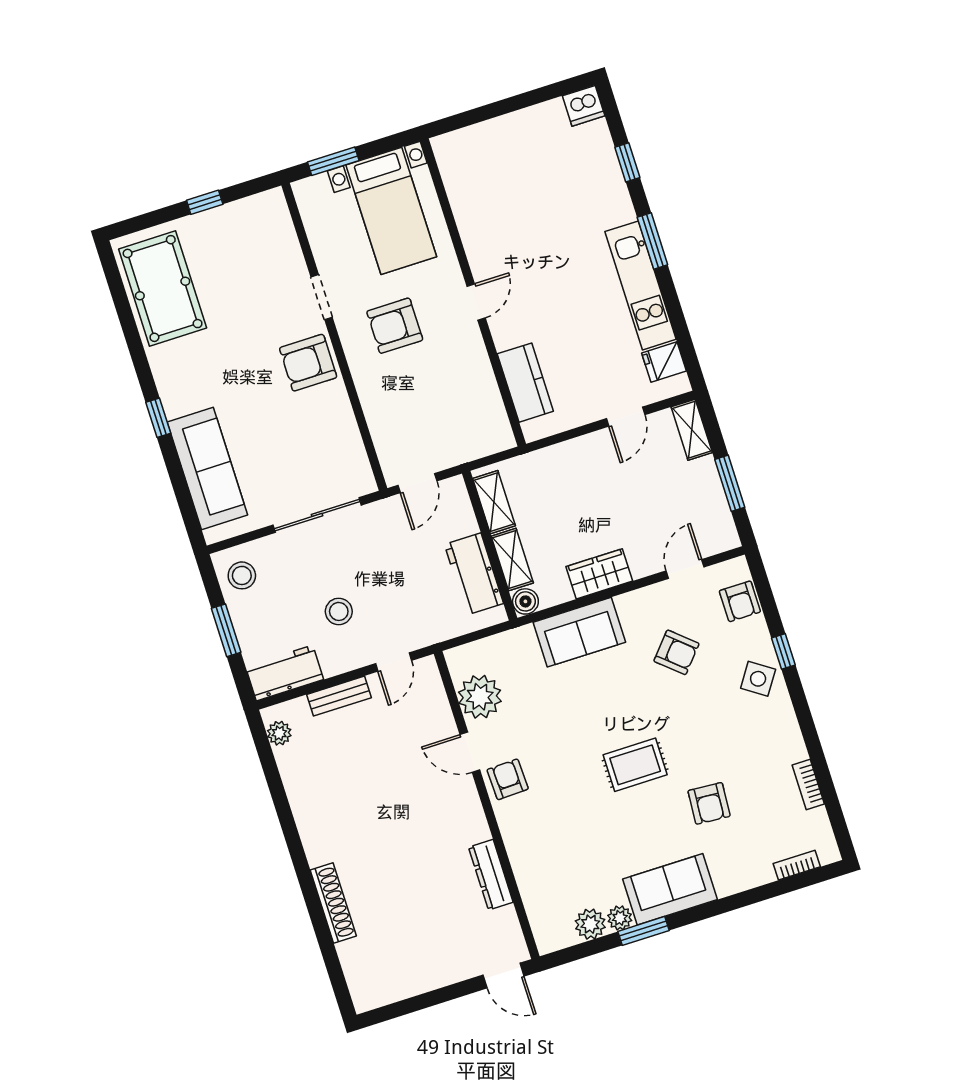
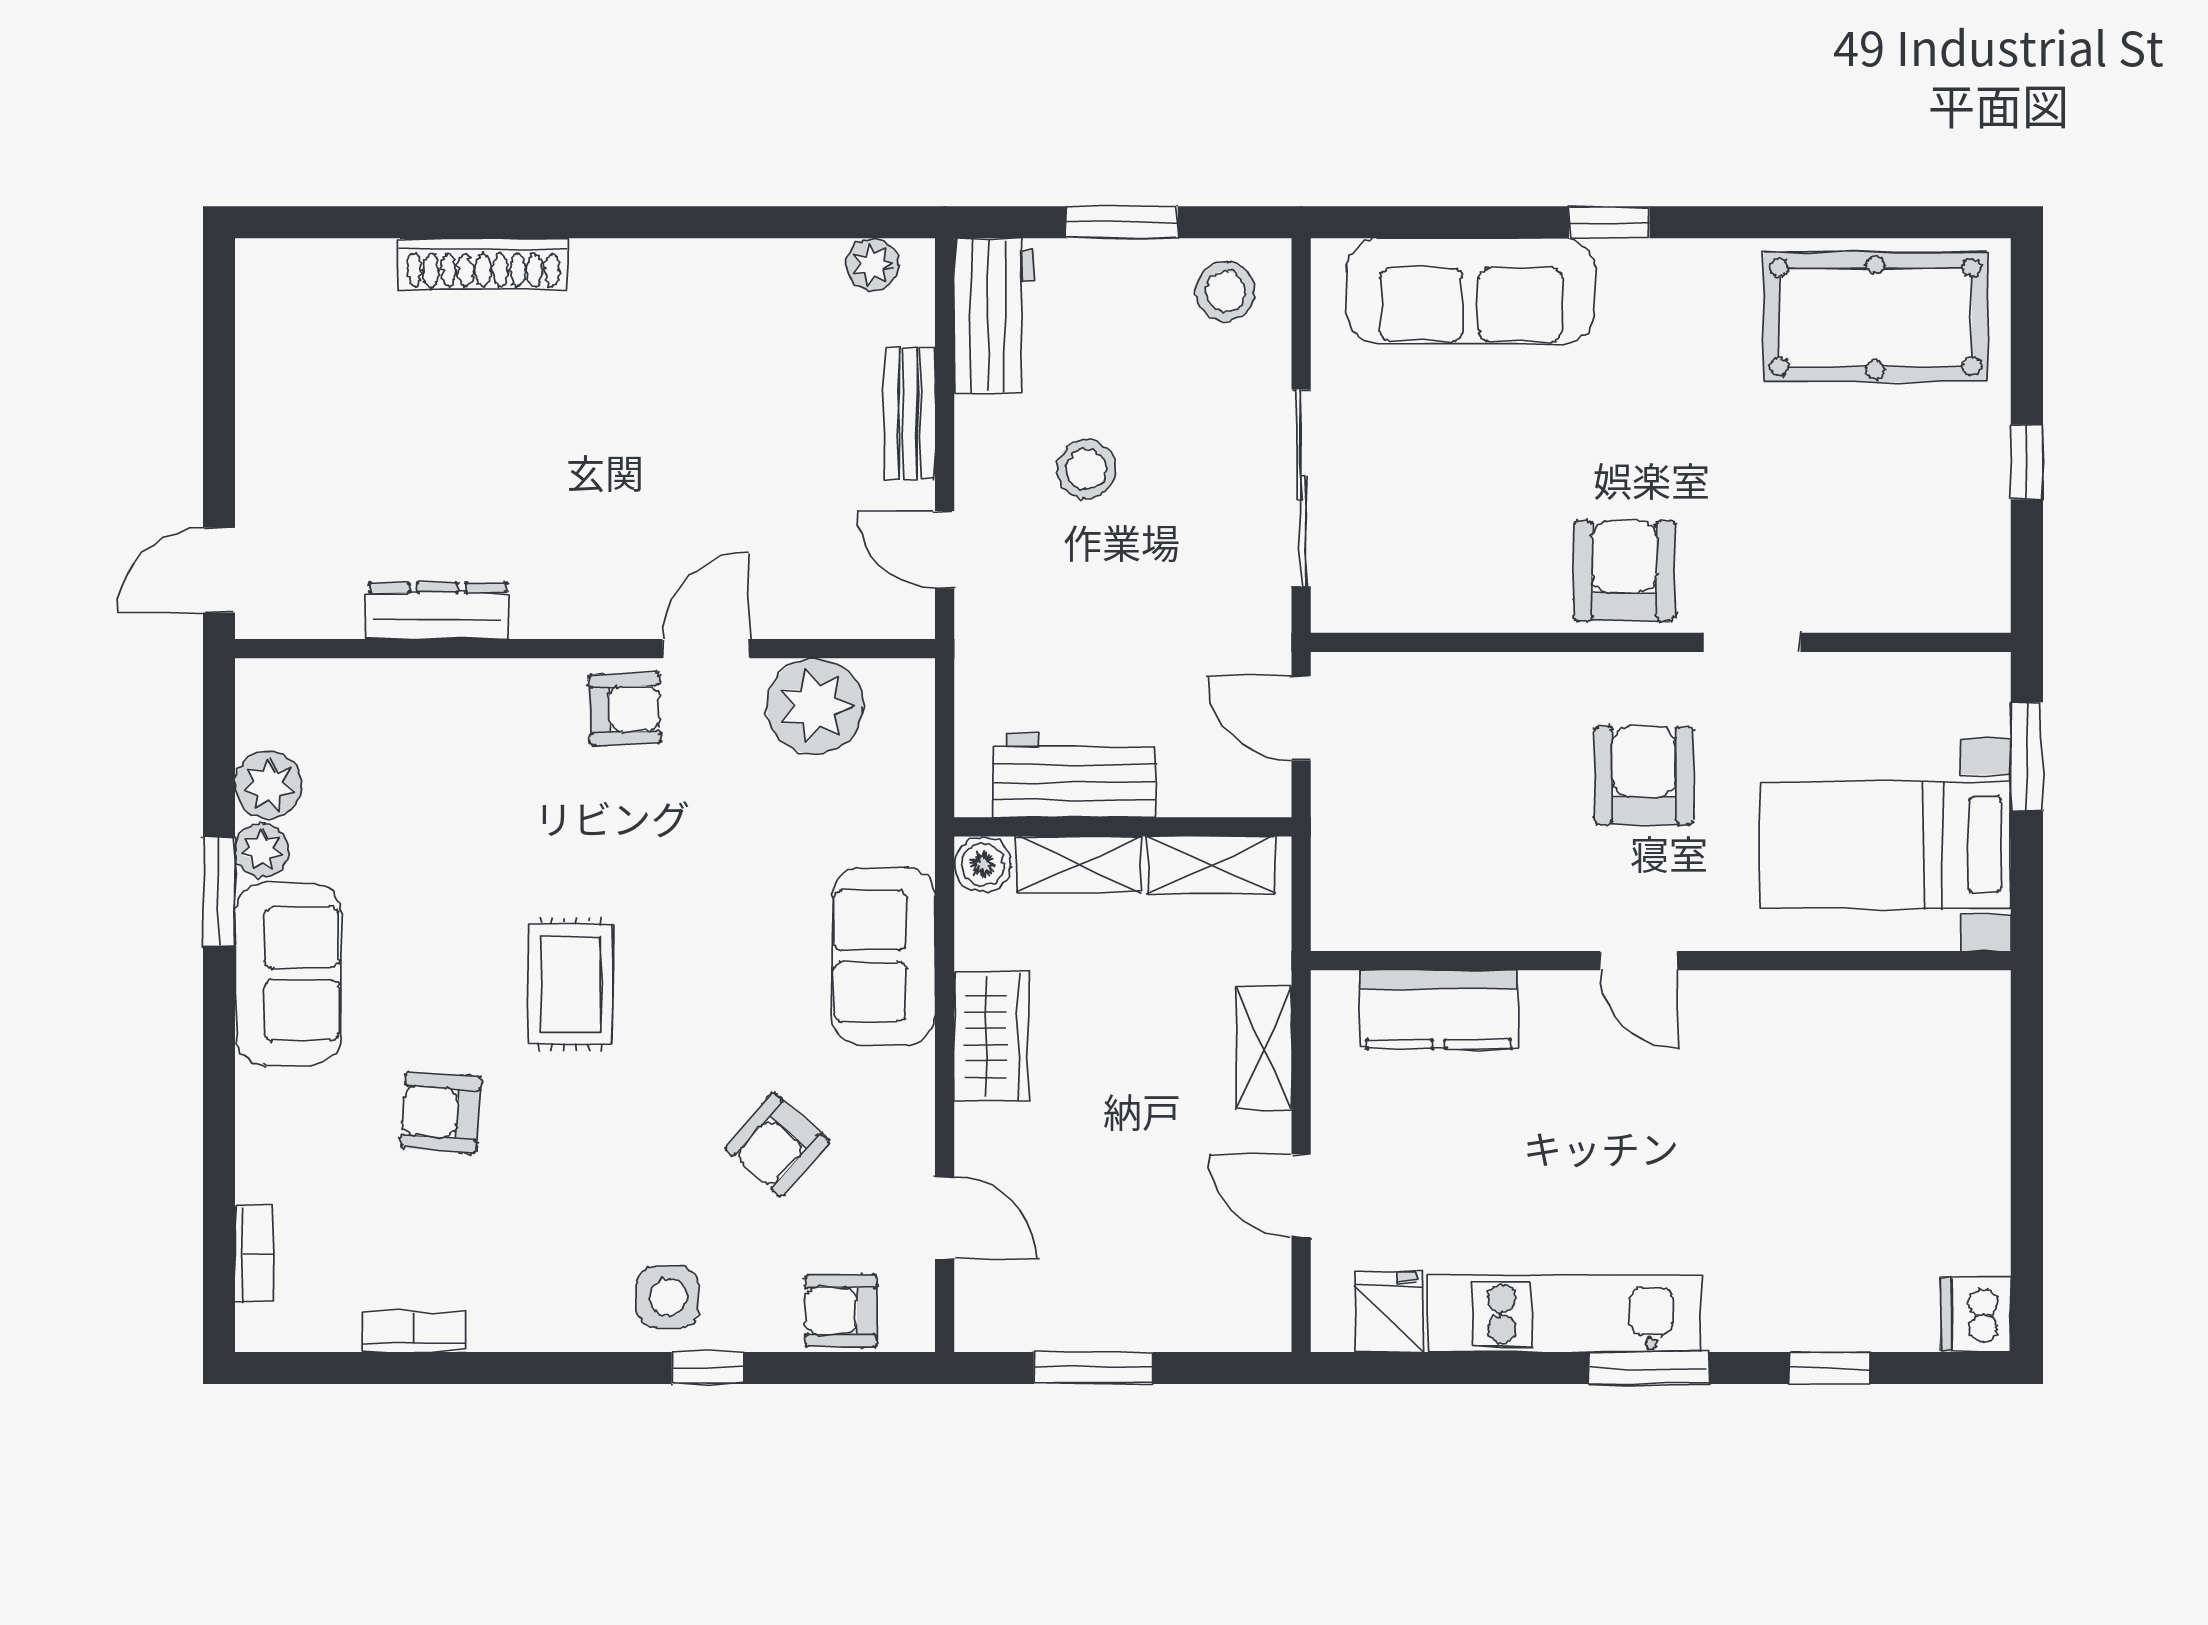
shelving: (692, 430) -> (1264, 1048), moved, turned 90
side table: (758, 679) -> (668, 1297), turned -34

